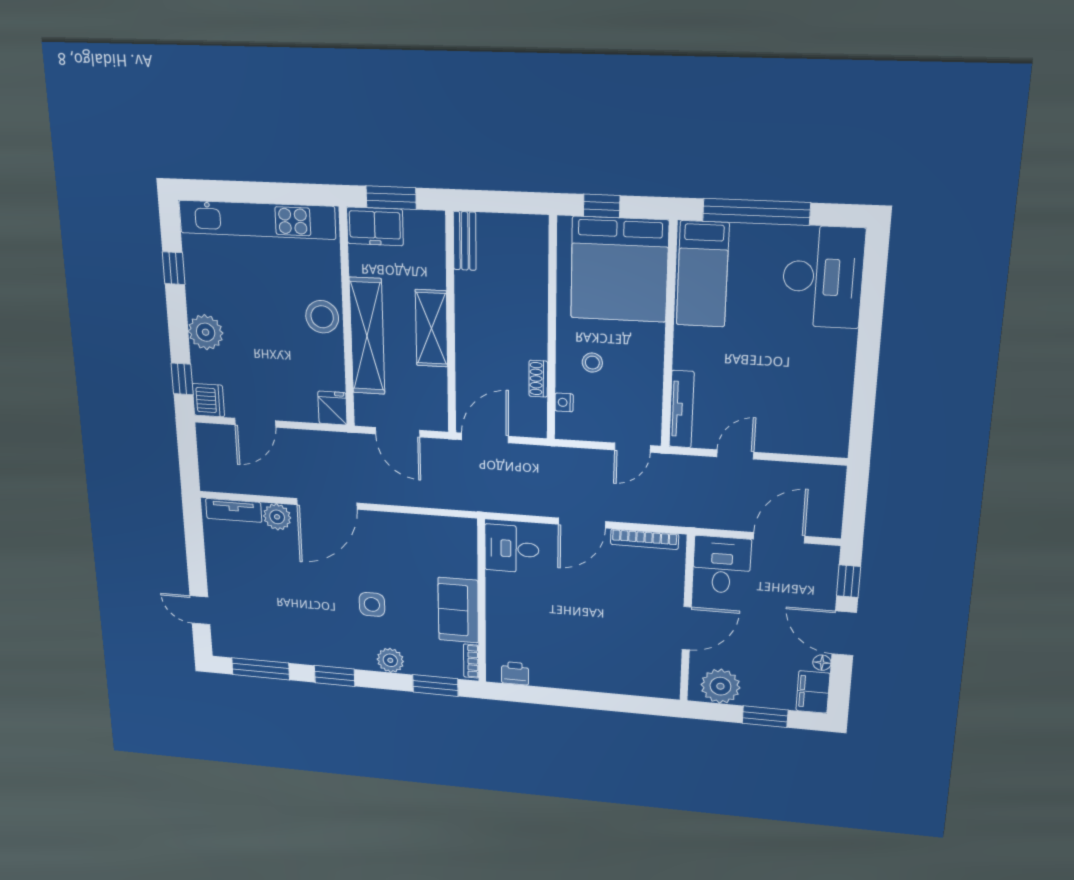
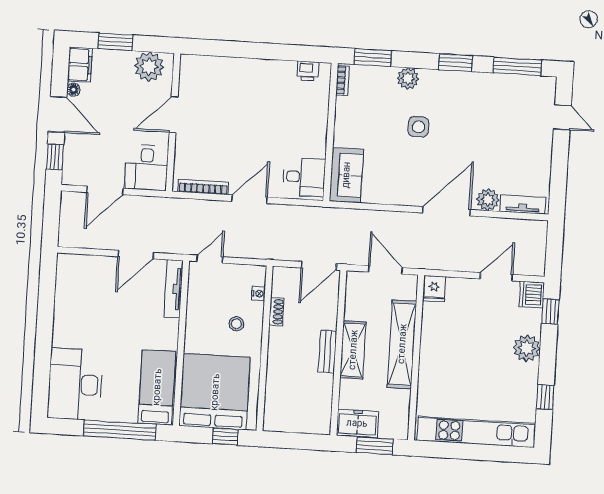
freezer: (375, 226) -> (357, 423), moved
bench: (465, 241) -> (327, 352), moved
stool: (322, 317) -> (435, 359), removed
door: (735, 454) -> (136, 255), width x1.38
sofa: (458, 610) -> (346, 175), moved

